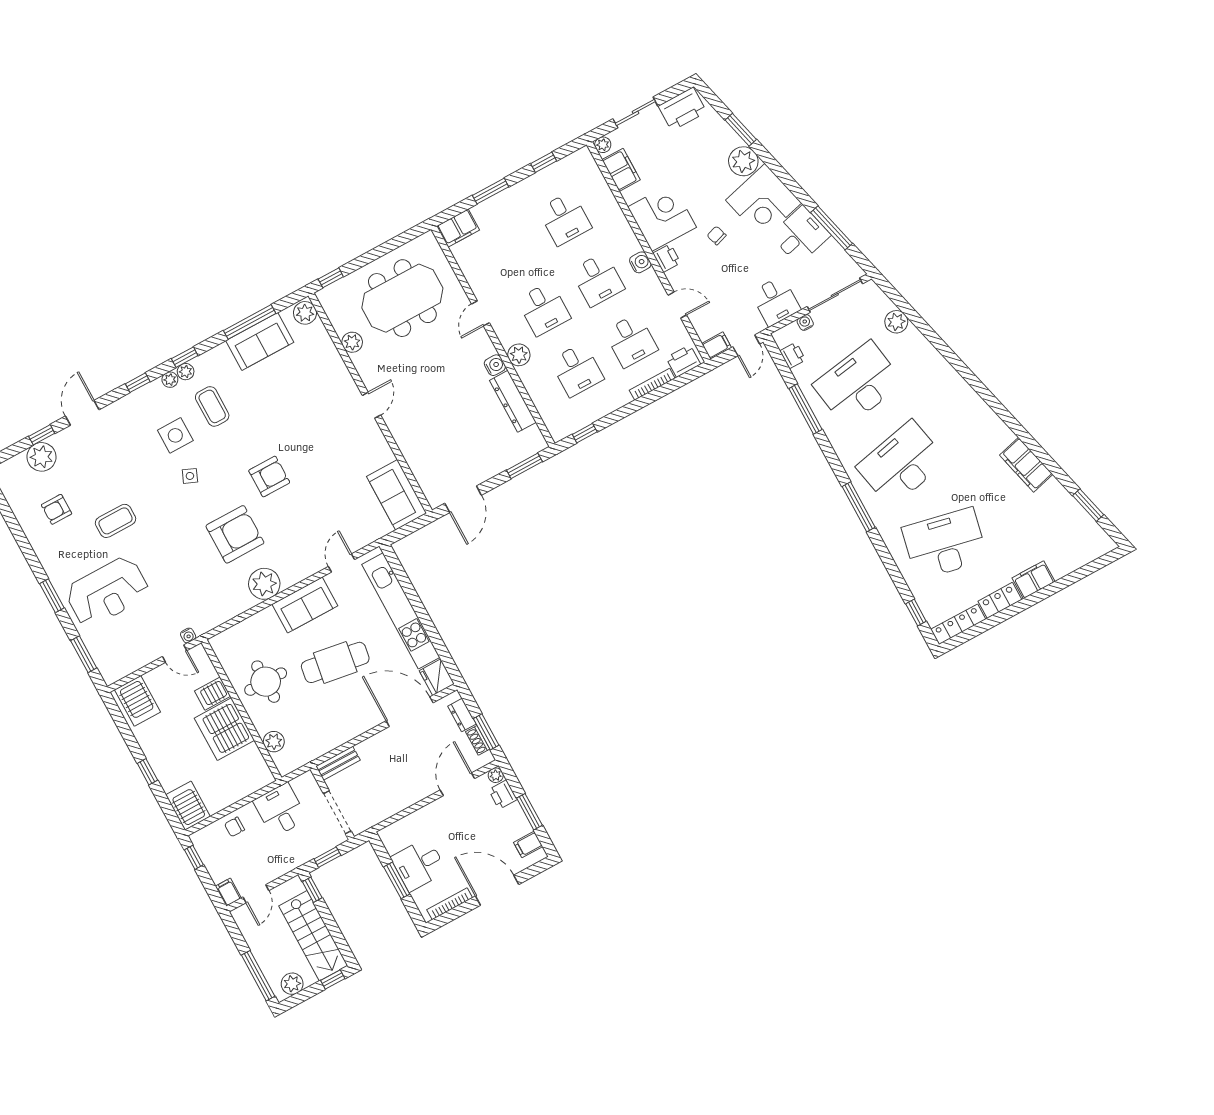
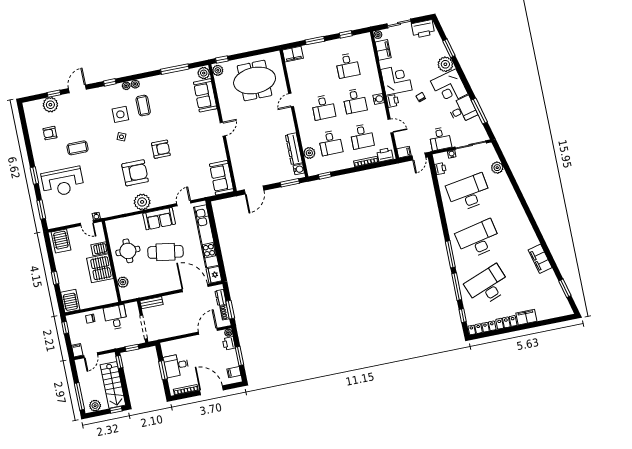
sofa: (260, 341) -> (205, 95), moved, turned 90
plant: (352, 342) -> (218, 70), moved
plant: (519, 355) -> (309, 153), moved
window: (185, 357) -> (137, 77), removed
water cooler: (495, 365) -> (299, 169), moved
window: (805, 409) -> (457, 287), moved
desk: (945, 544) -> (488, 286), turned -33

